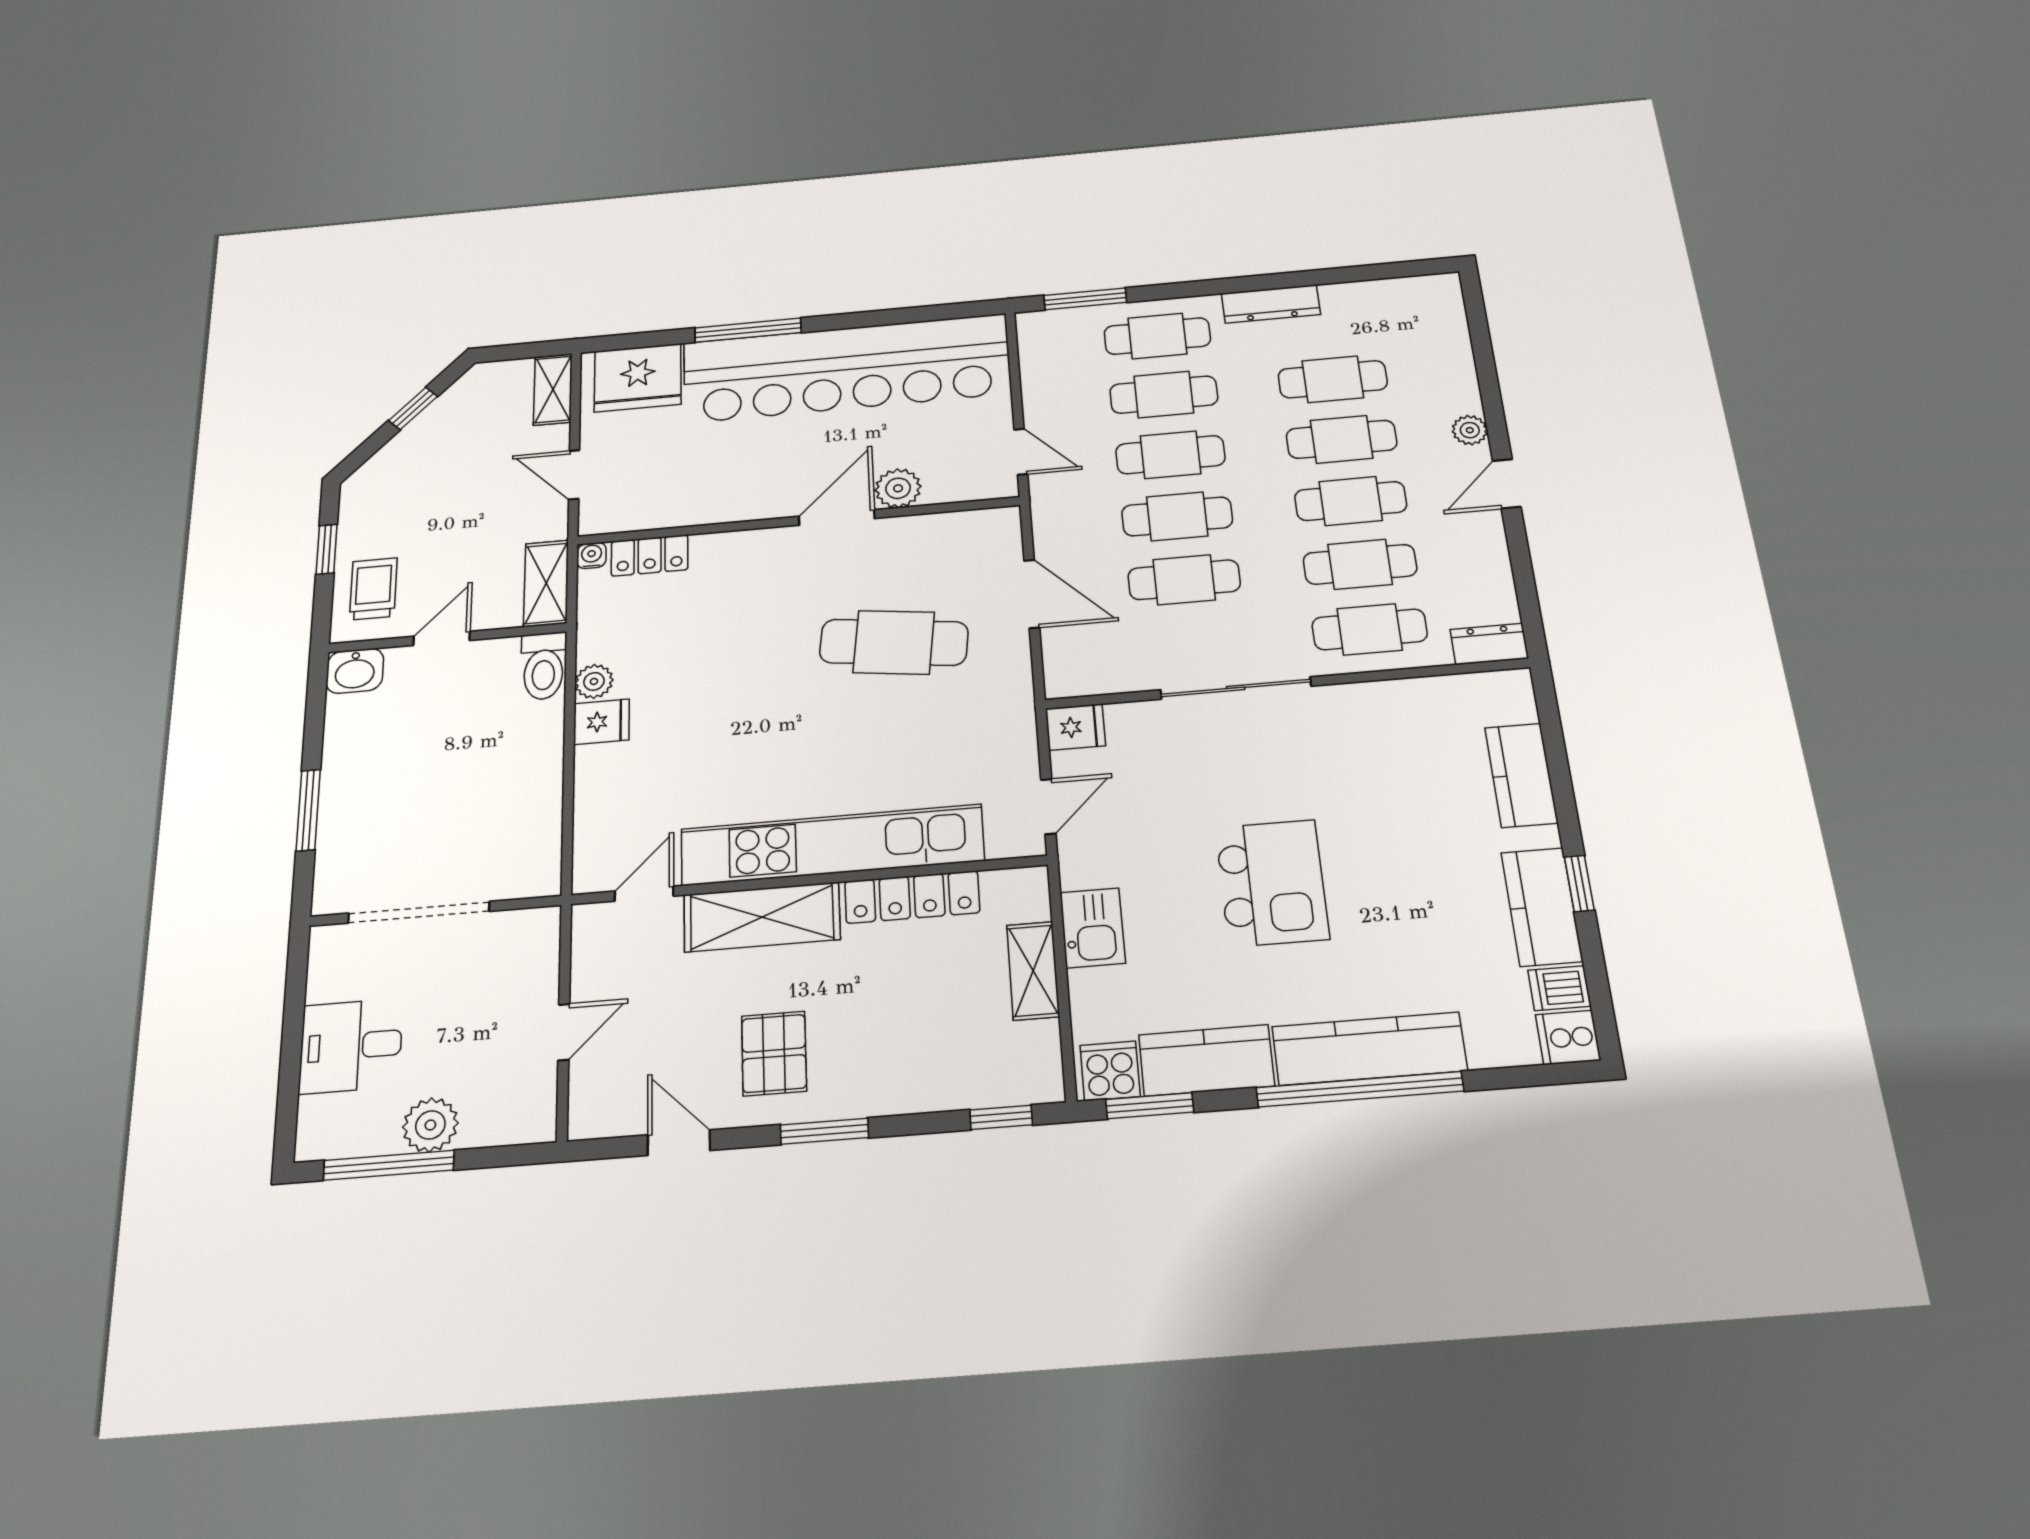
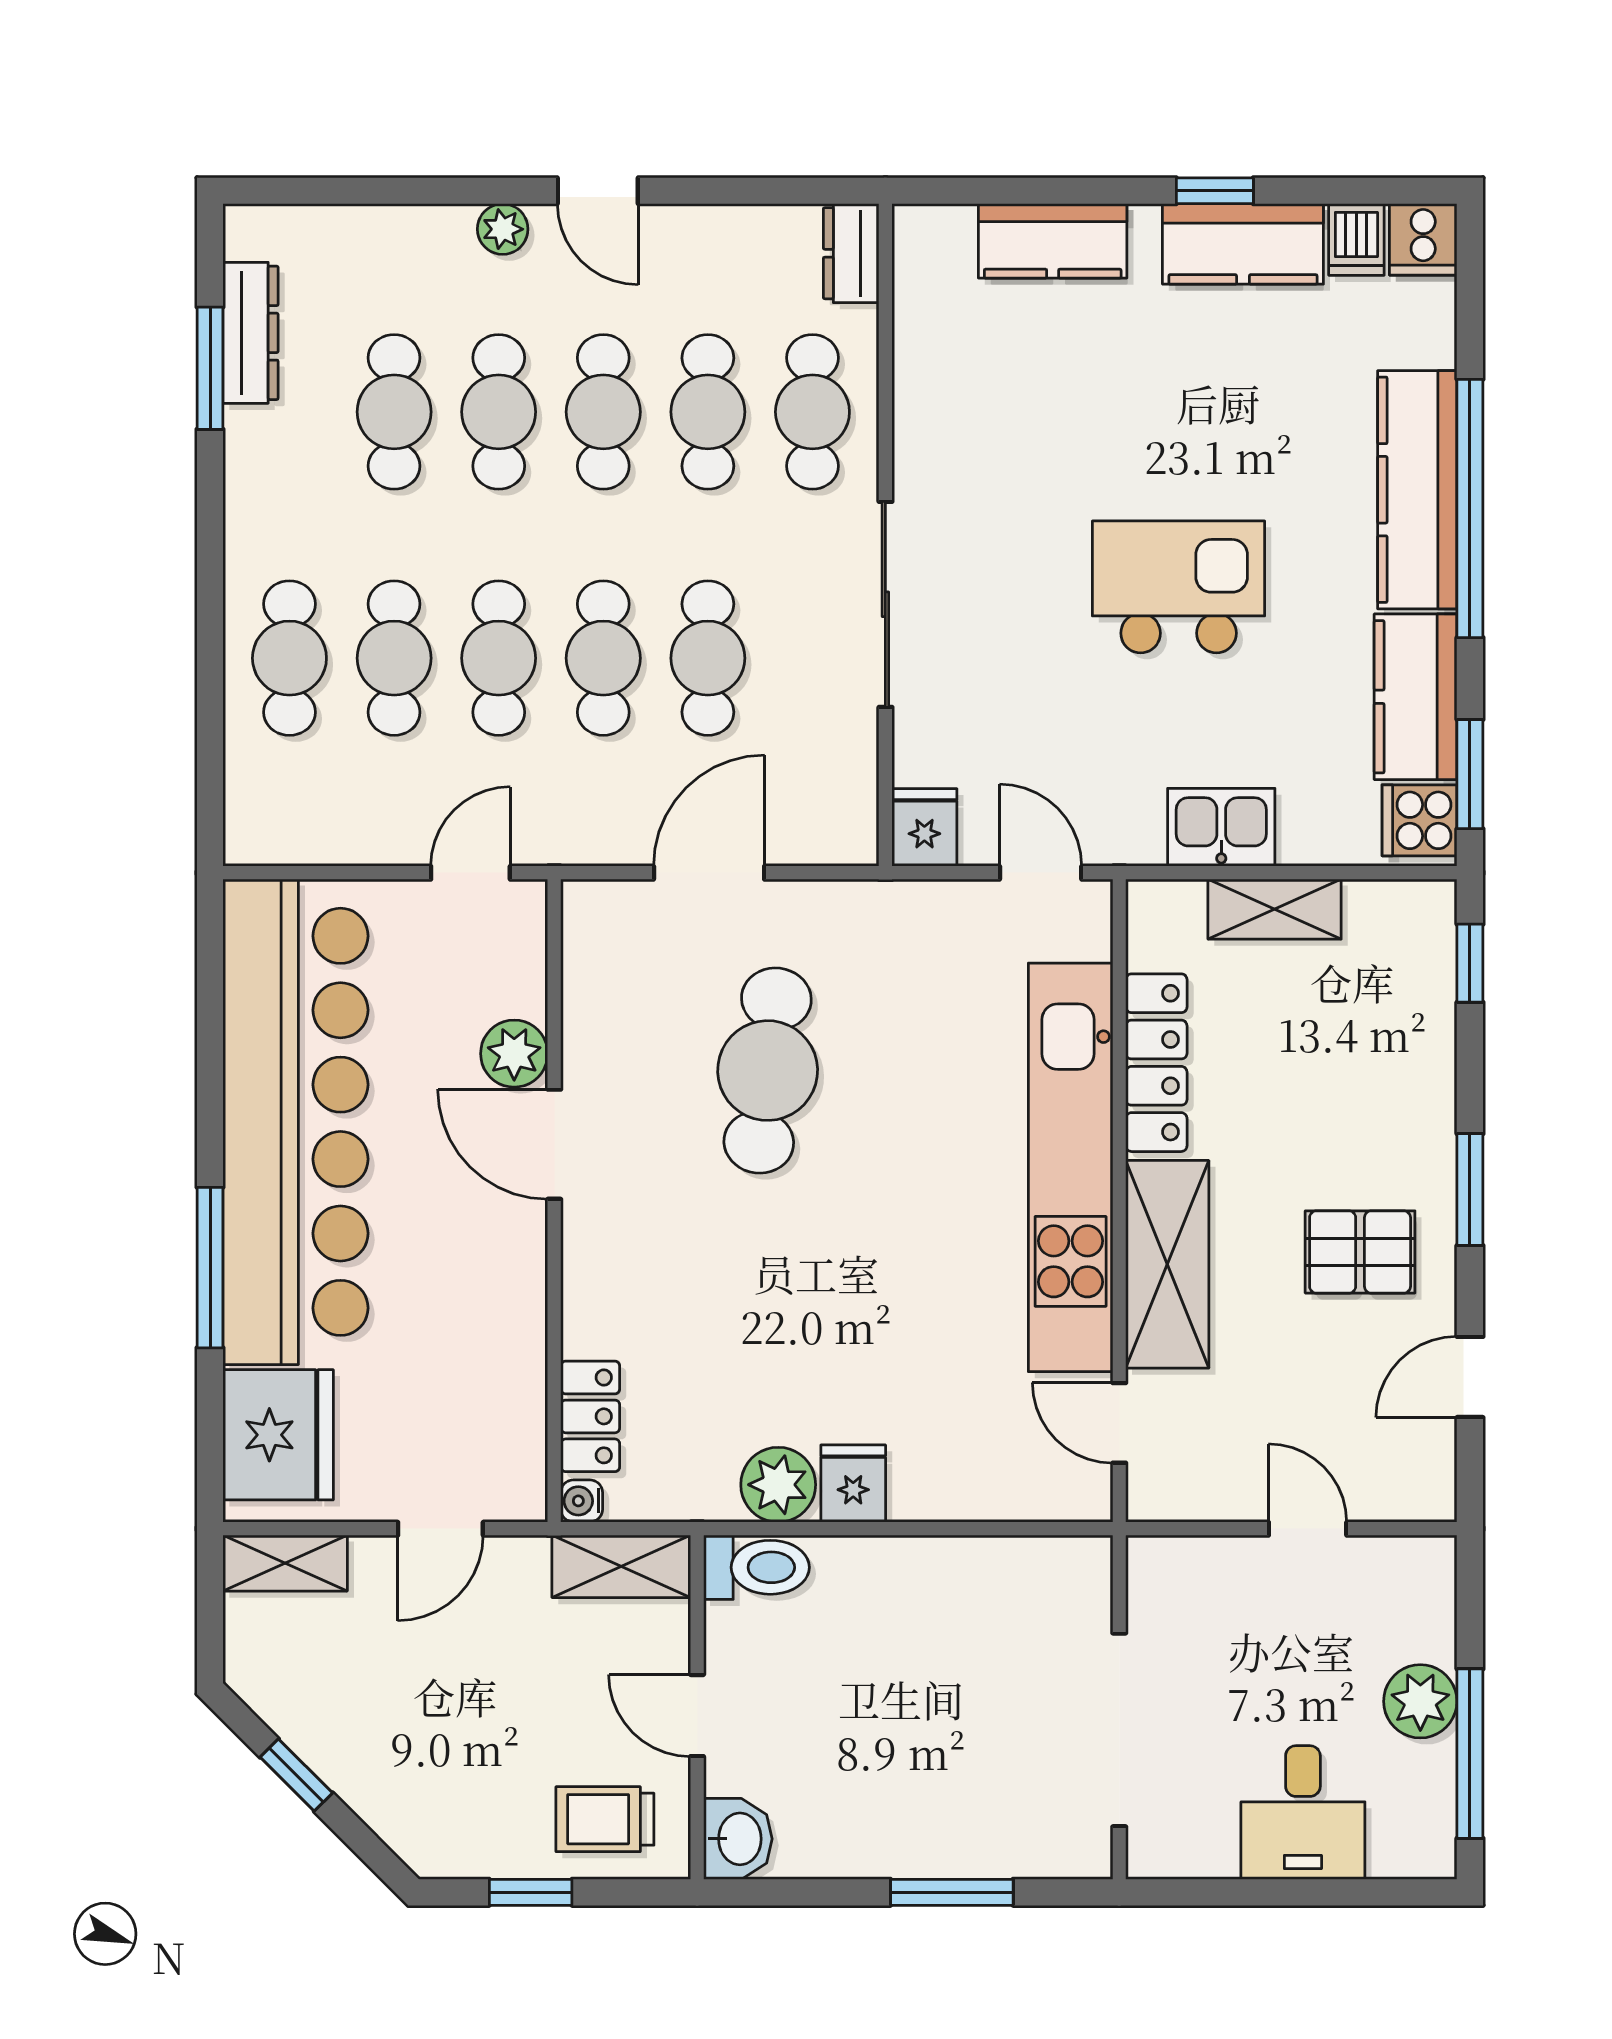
window: (1085, 299) -> (210, 368), moved
dresser: (1271, 304) -> (251, 333), moved
plant: (594, 681) -> (778, 1485), width x1.38, depth x1.38

